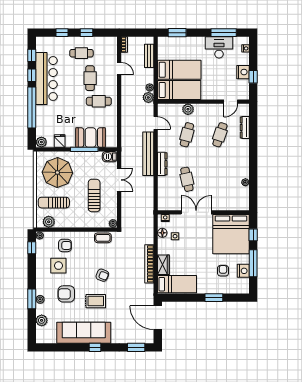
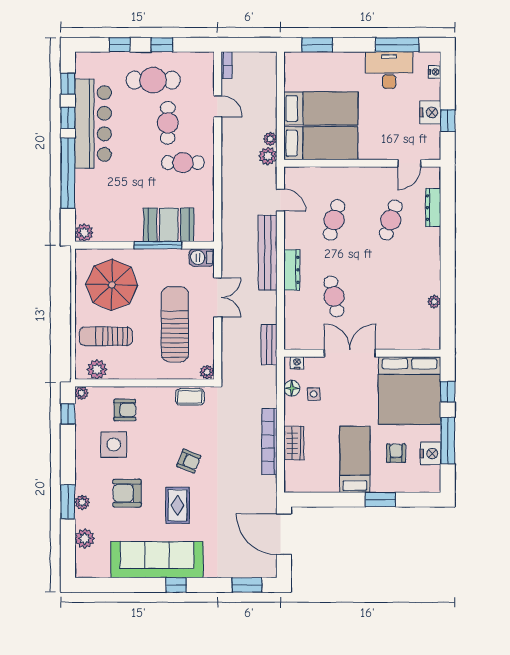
cafe table: (81, 53) -> (153, 80), width x1.37, depth x1.35
bench: (149, 56) -> (269, 345), moved
plant: (188, 109) -> (336, 176), removed
fridge: (60, 141) -> (116, 231), removed
sun lounger: (94, 196) -> (175, 324), width x1.36, depth x1.34
bed: (177, 284) -> (355, 459), moved, turned -90
rug: (96, 301) -> (178, 505), turned 90

